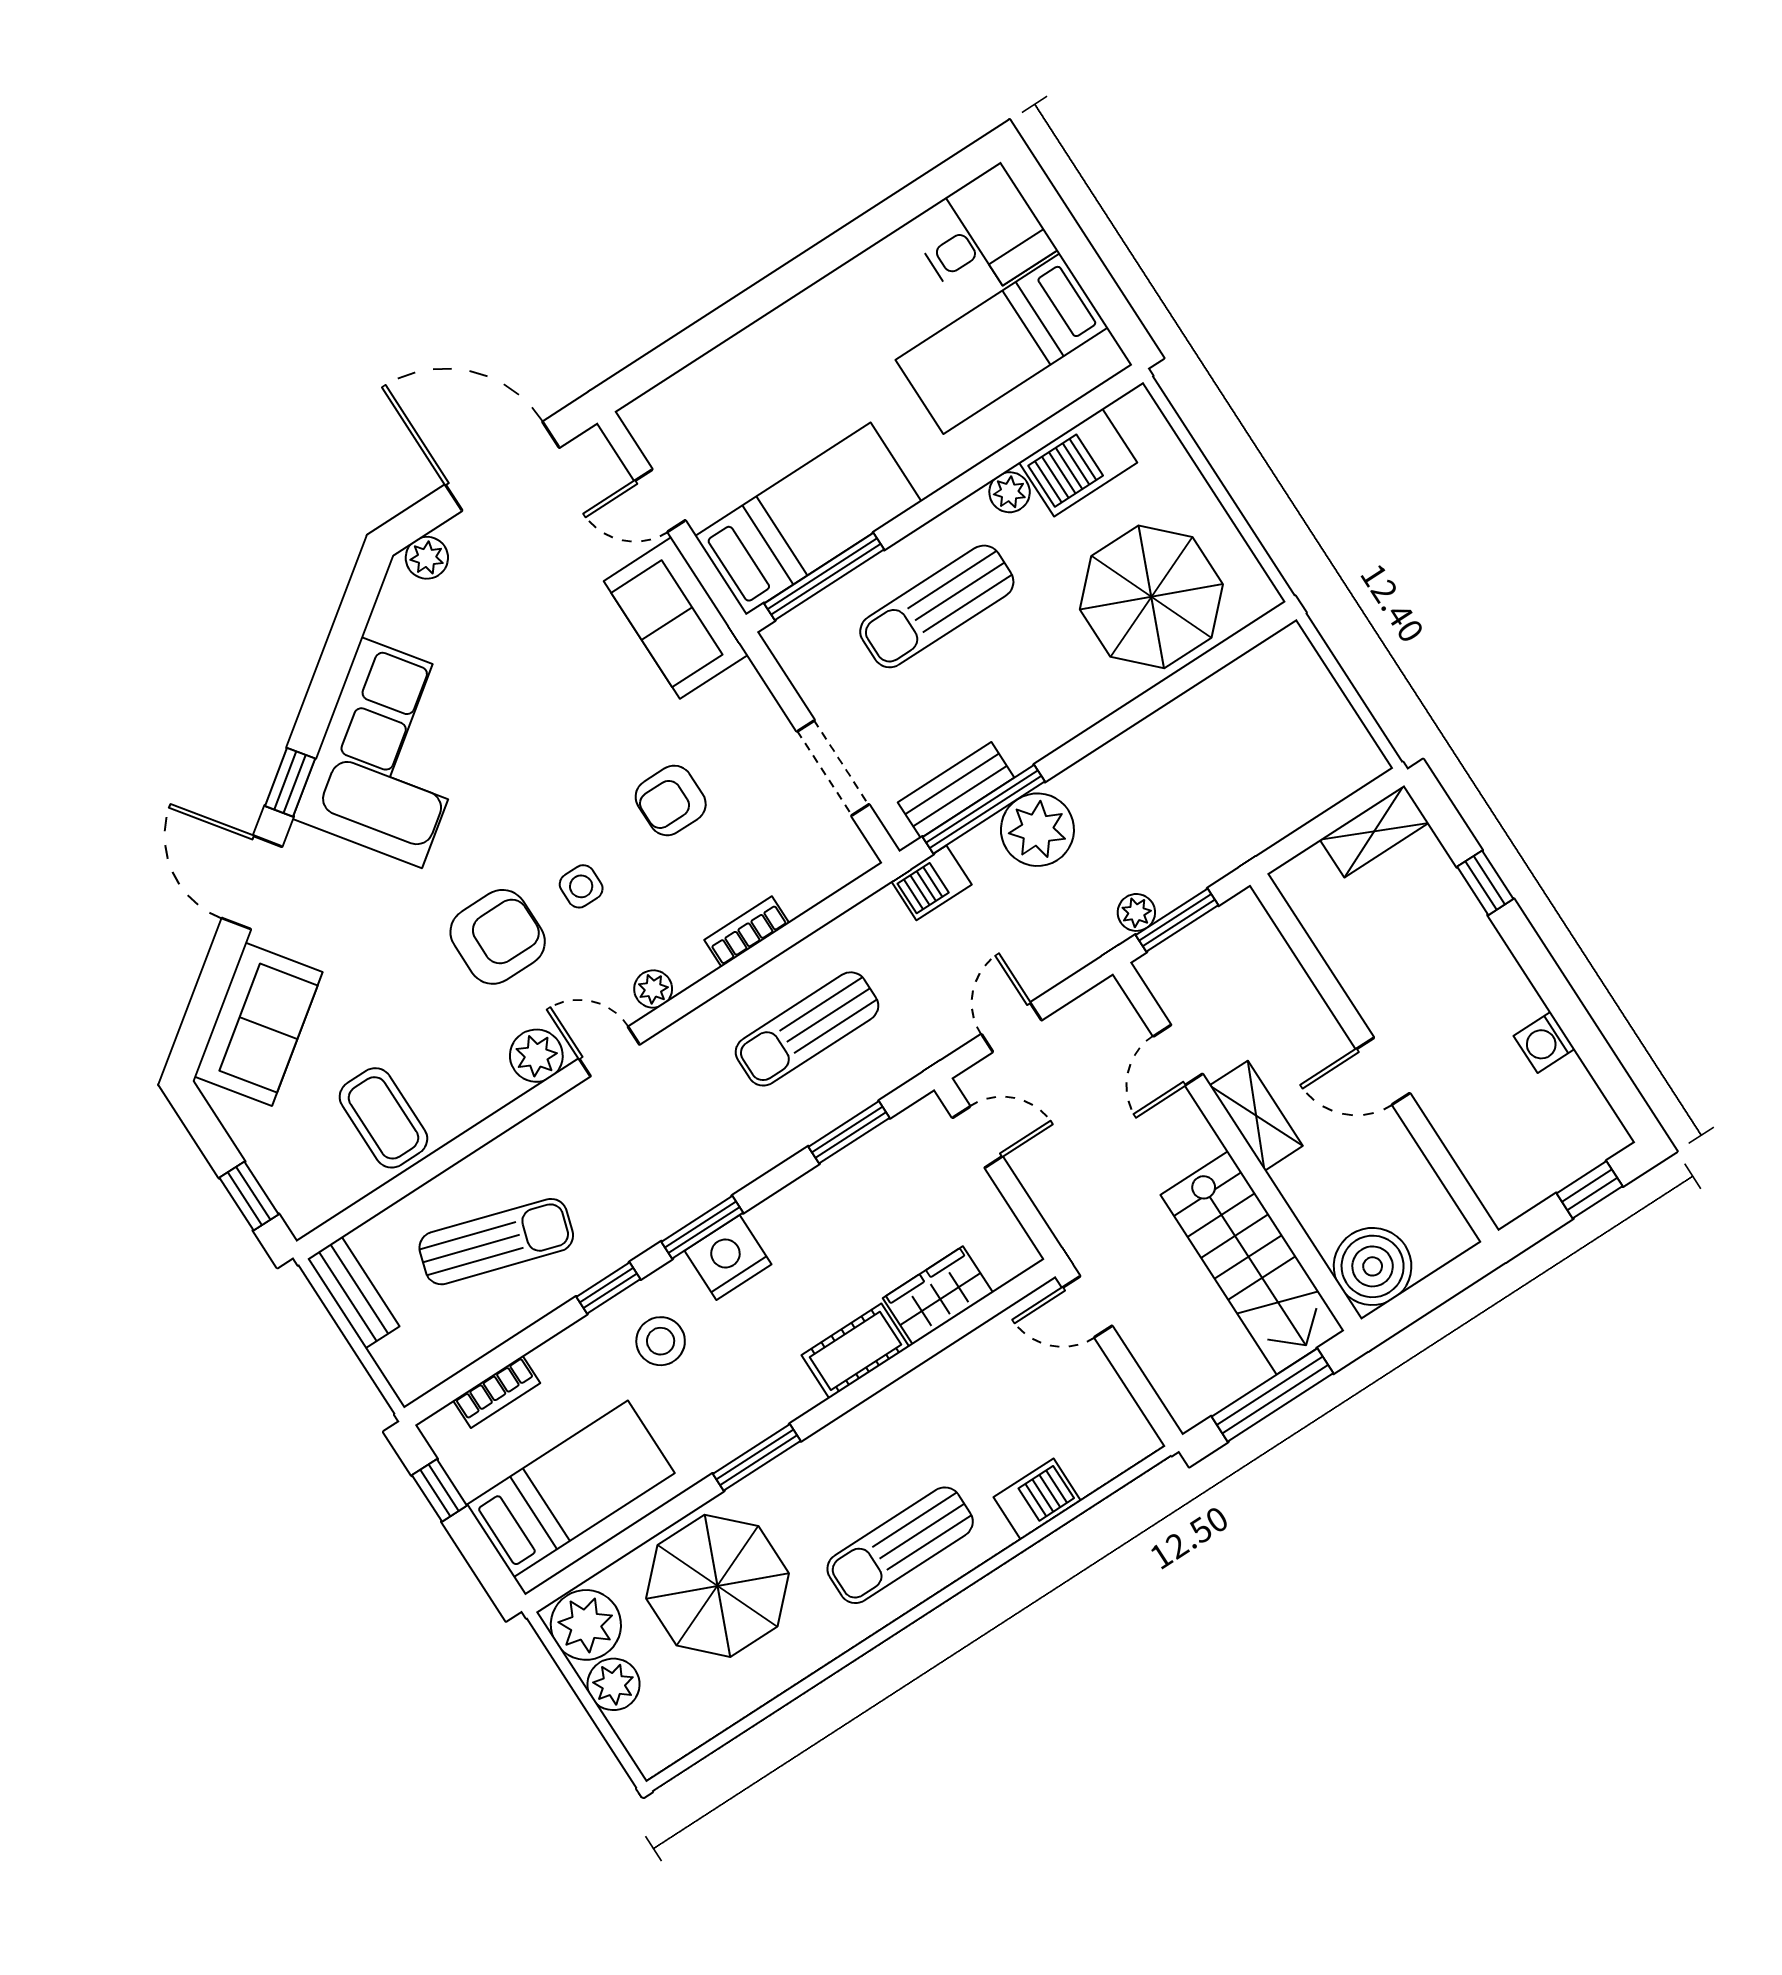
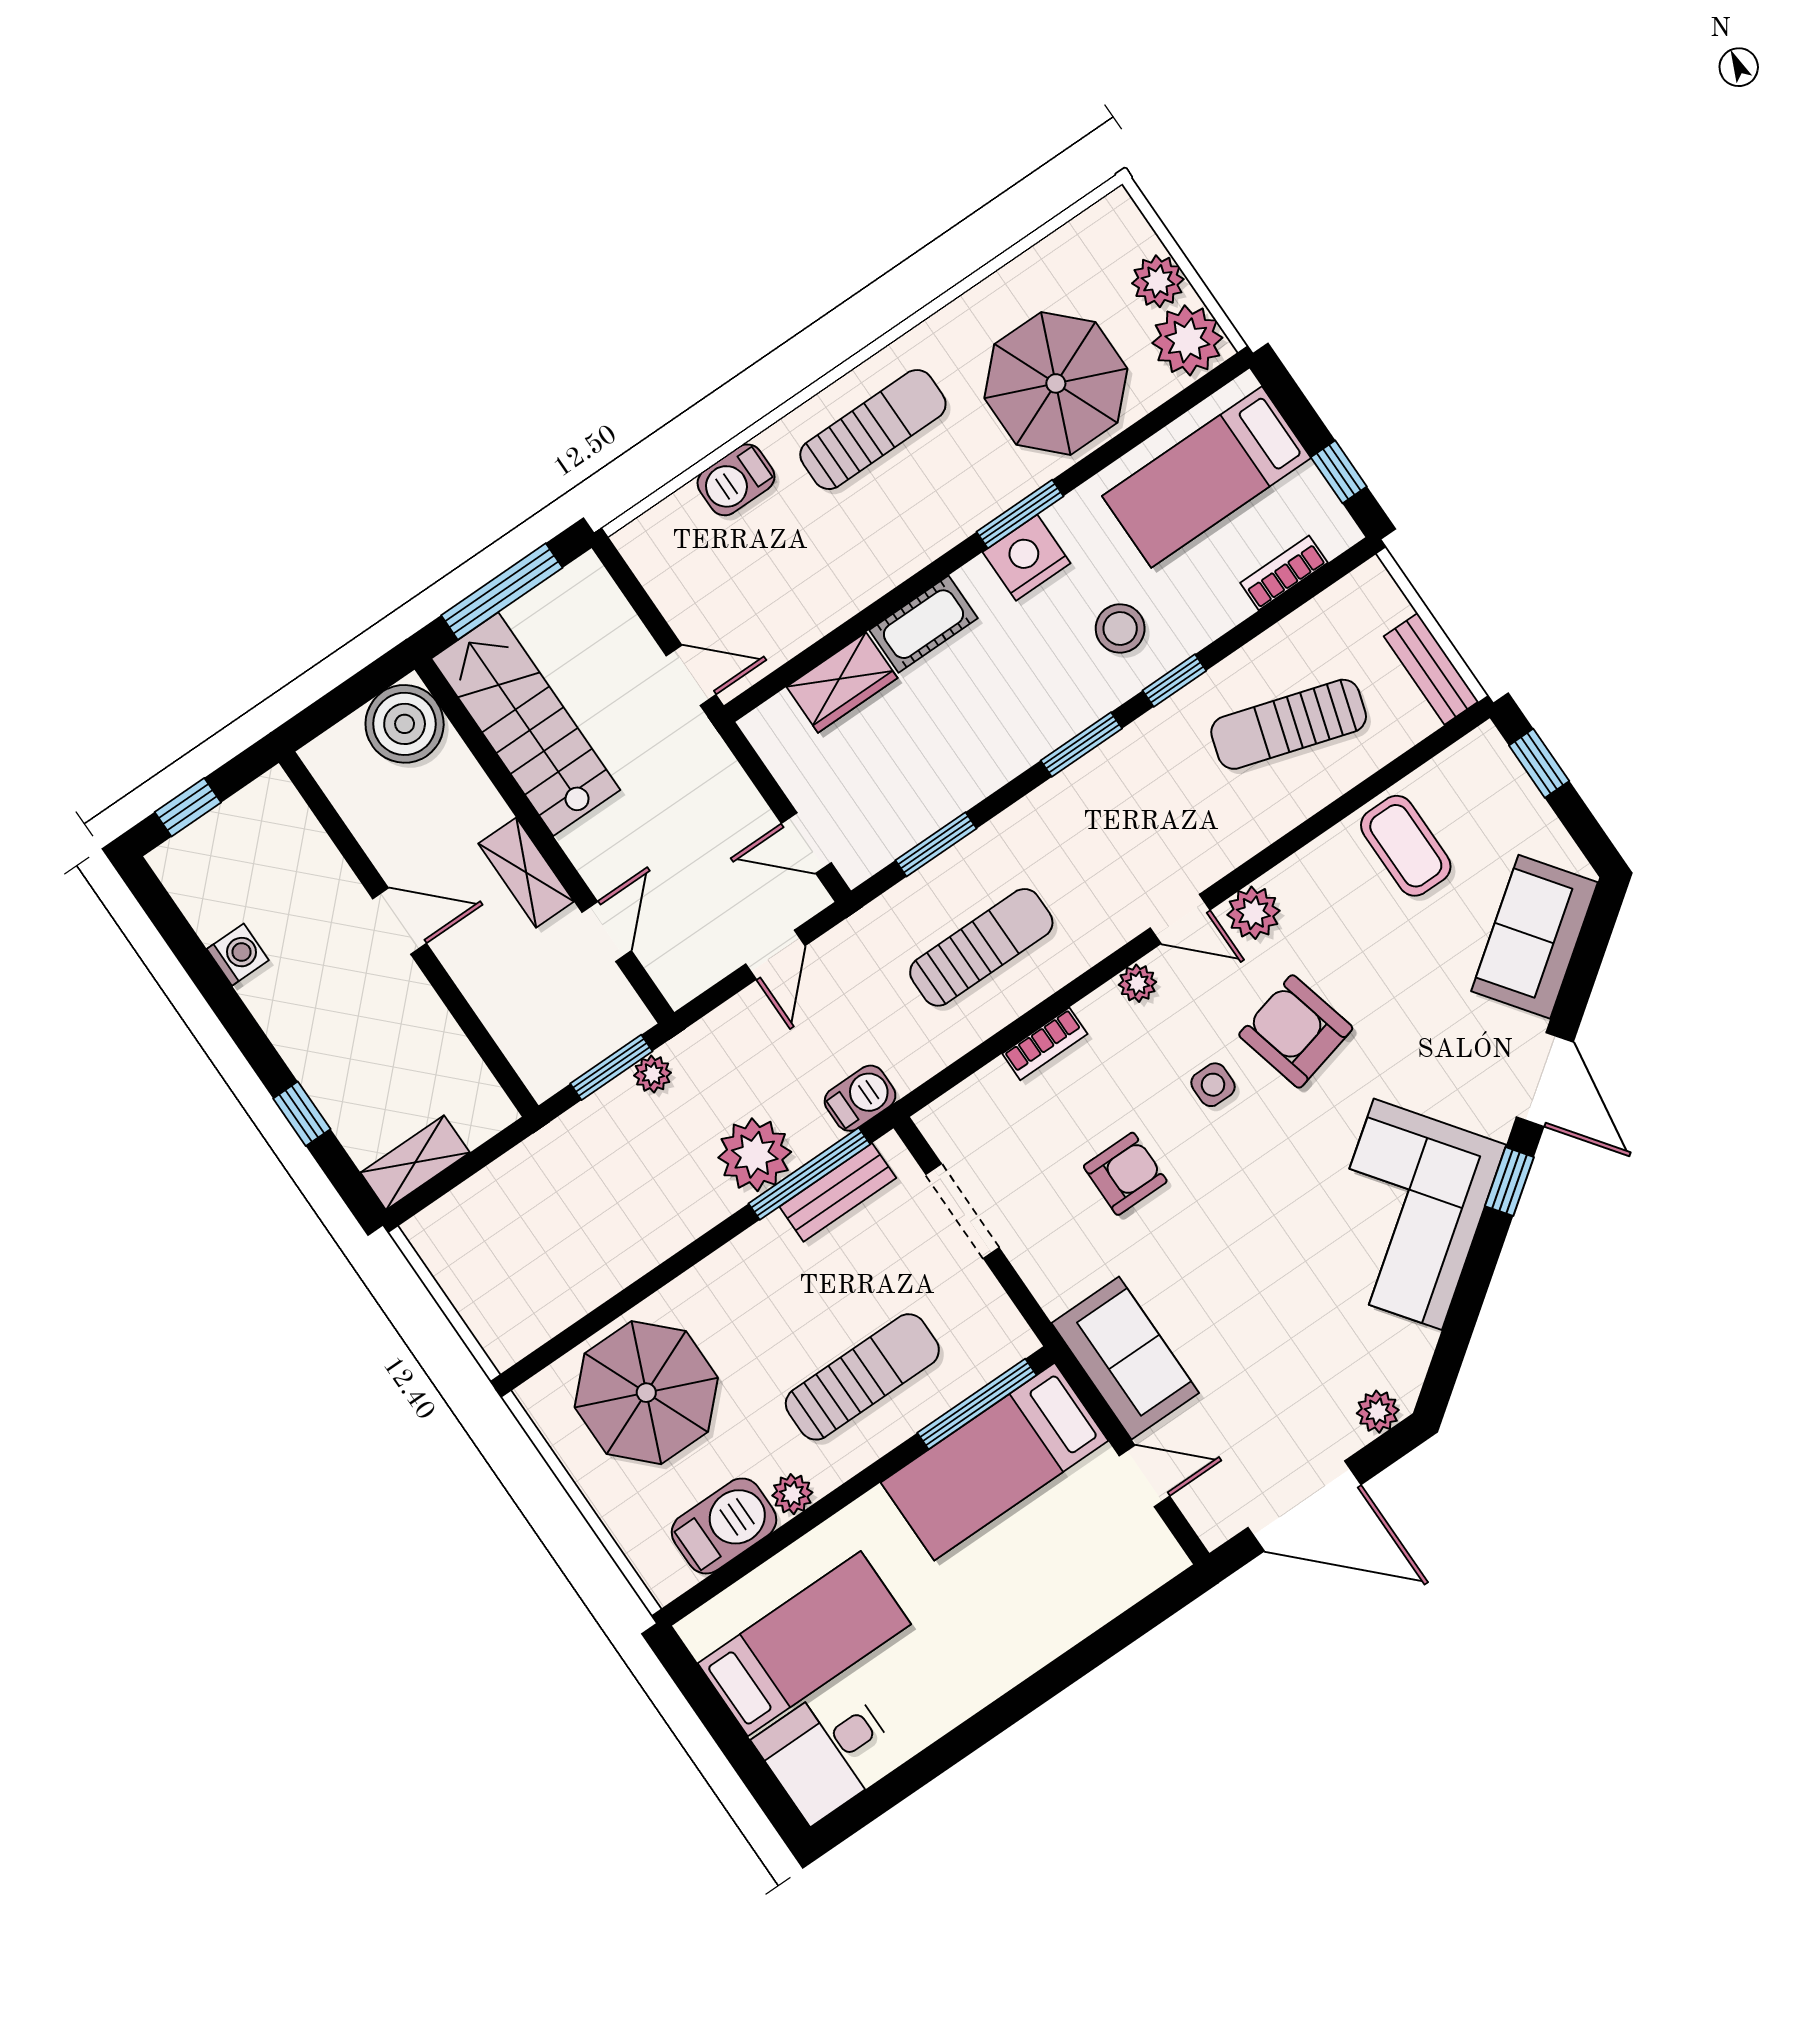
armchair: (498, 937) -> (1296, 1031), turned 76
nightstand: (728, 1257) -> (1027, 558), moved, turned 180

